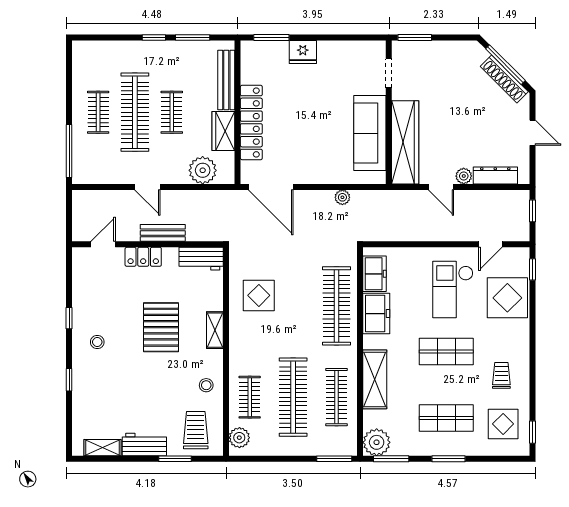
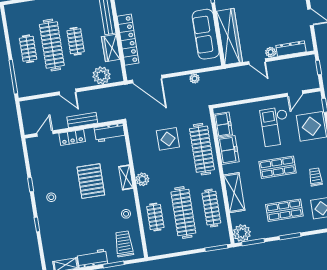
display table: (259, 295) -> (168, 139), moved
plant: (239, 438) -> (142, 179), moved

